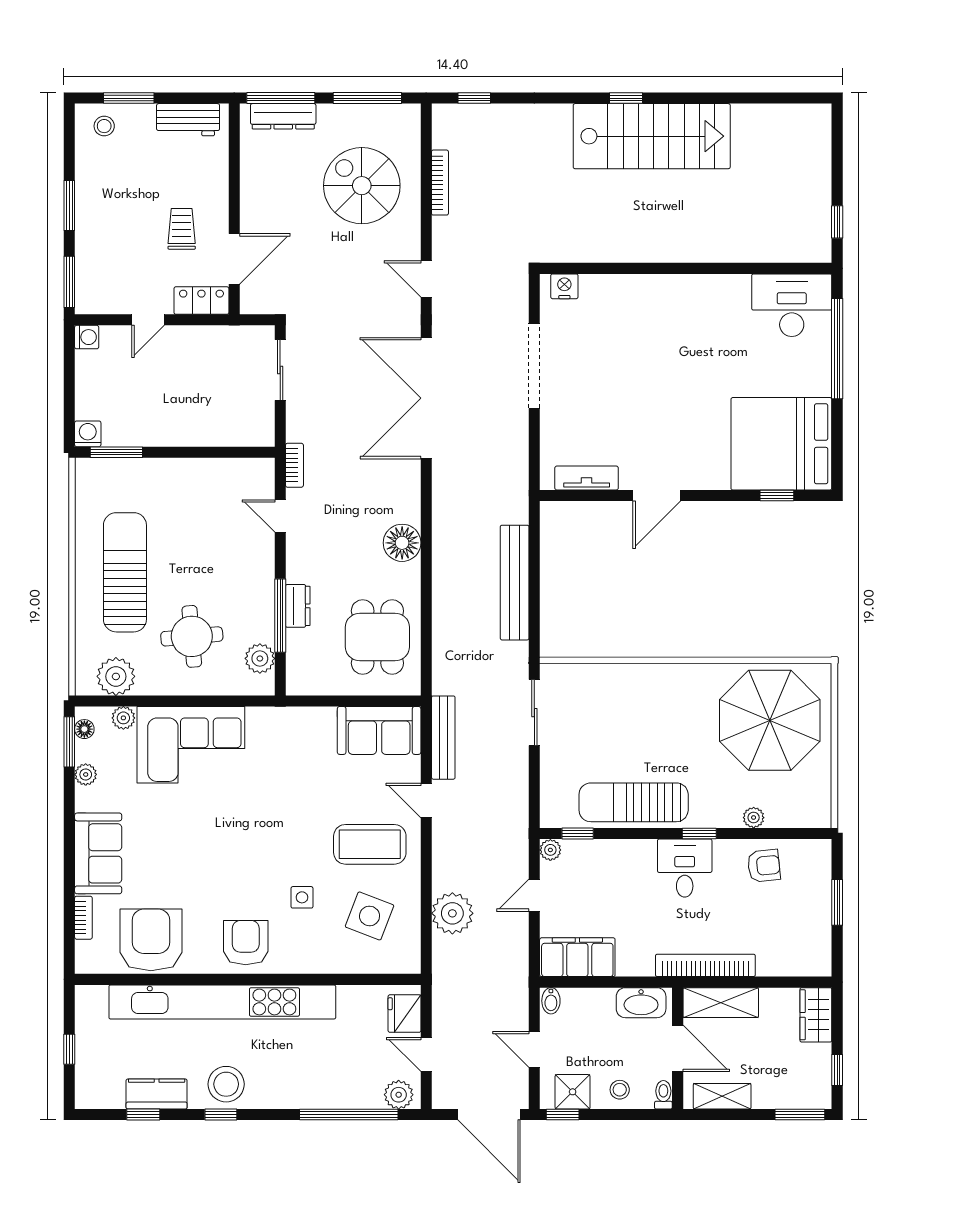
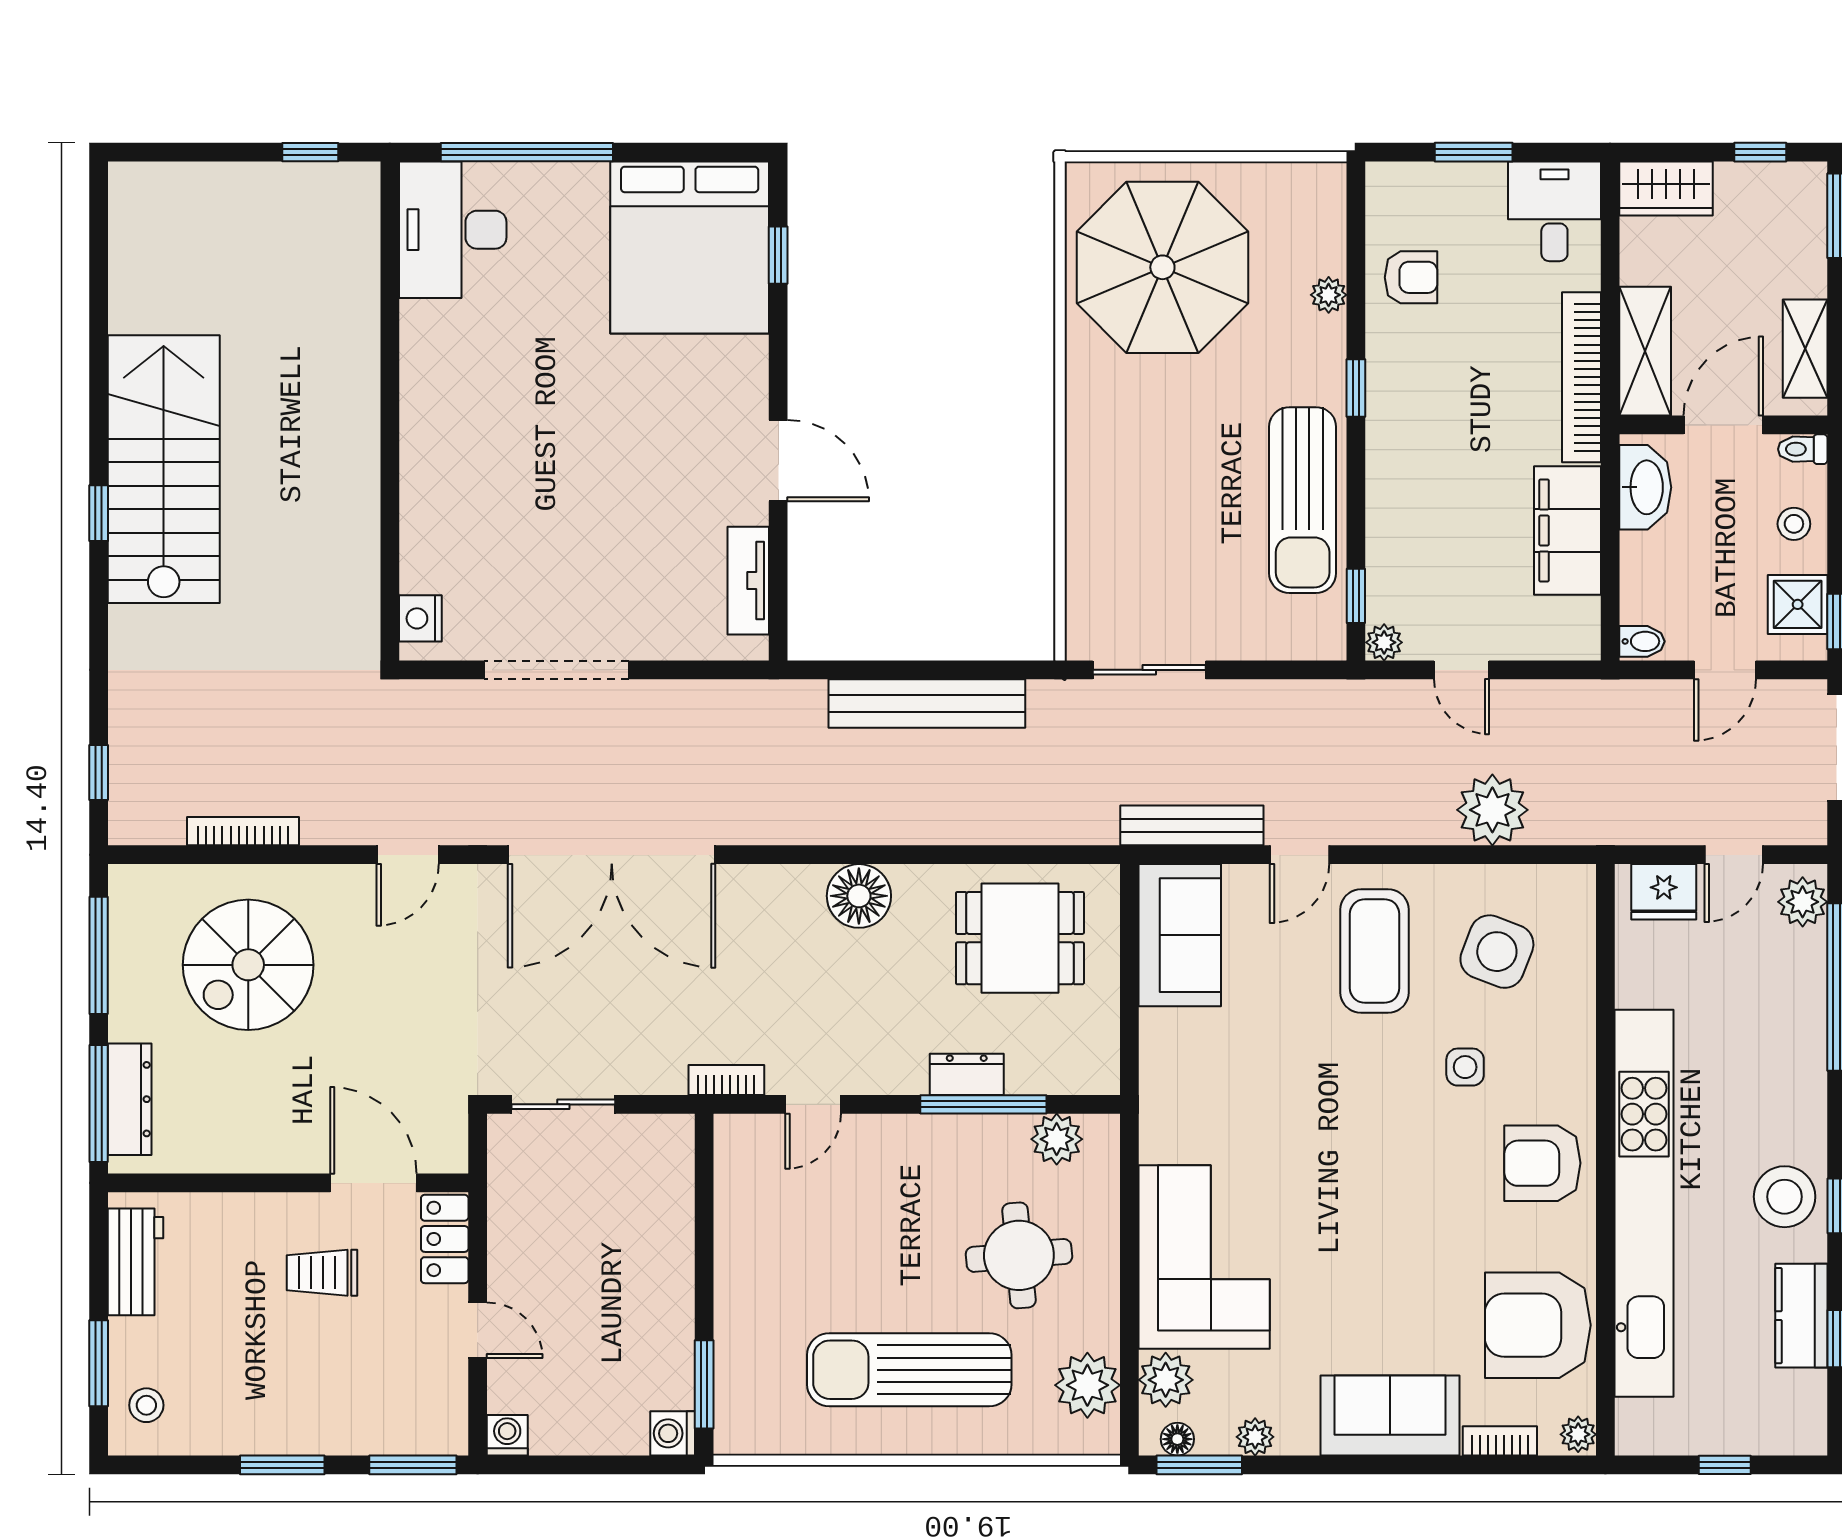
plant: (123, 718) -> (1166, 1380), width x1.38, depth x1.38
armchair: (764, 866) -> (1411, 277), turned 96
desk: (685, 868) -> (1554, 211), moved, turned 90
filing cabinet: (577, 957) -> (1567, 530), moved
plant: (87, 963) -> (1578, 1434), added

